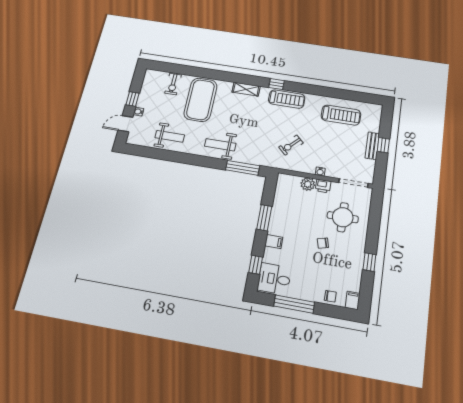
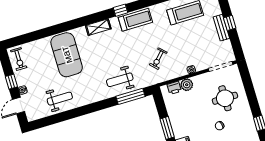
exercise bike: (173, 84) -> (19, 59), moved
weight bench: (220, 145) -> (120, 80), moved
printer: (323, 186) -> (174, 88), moved

